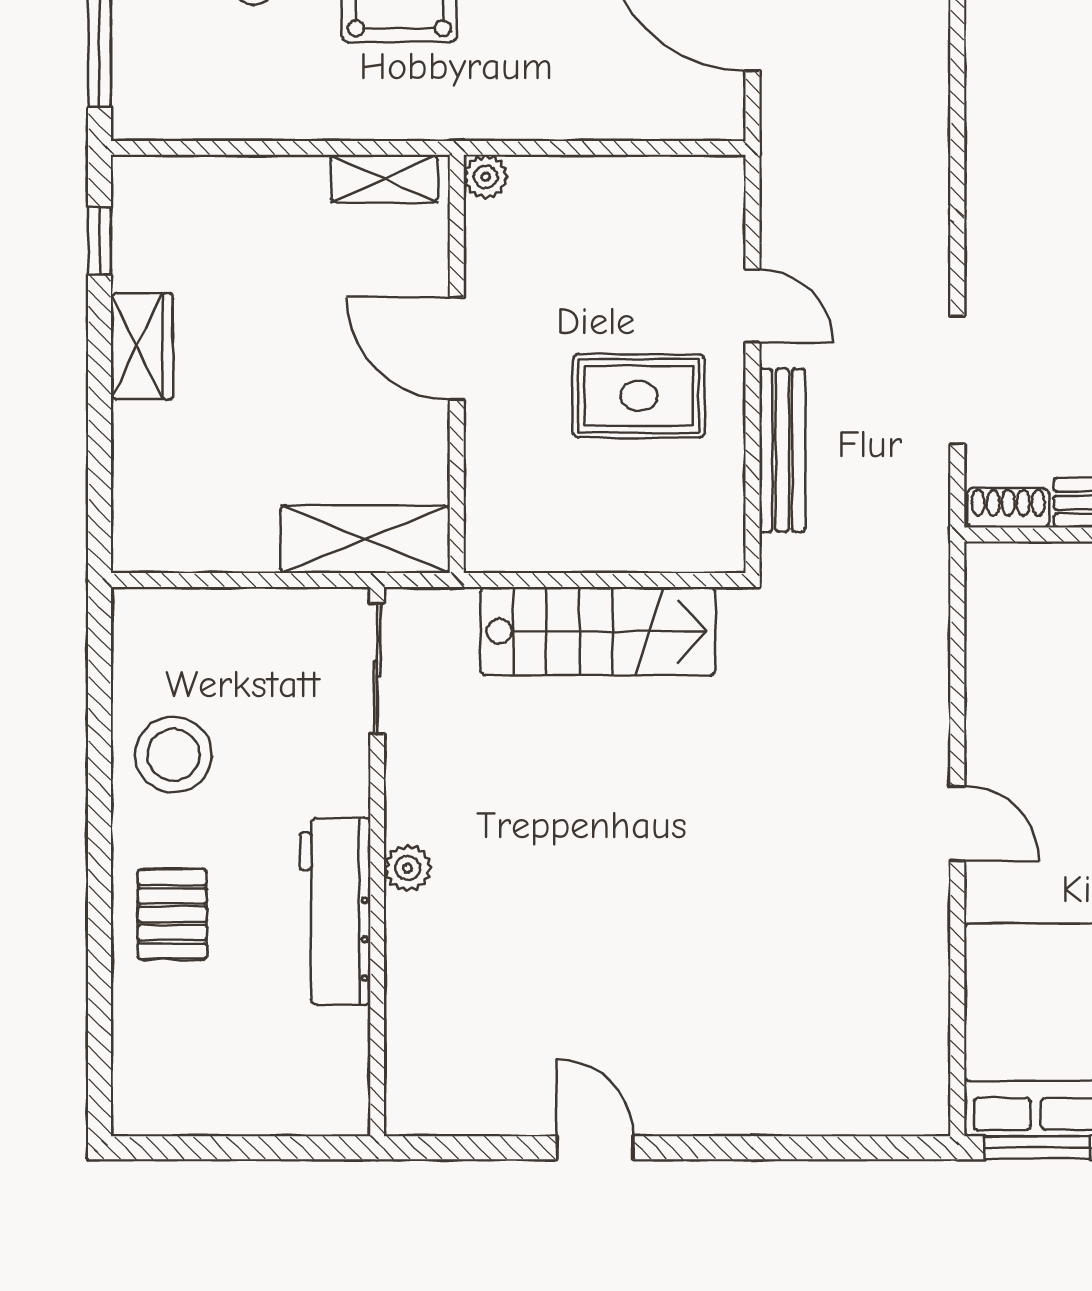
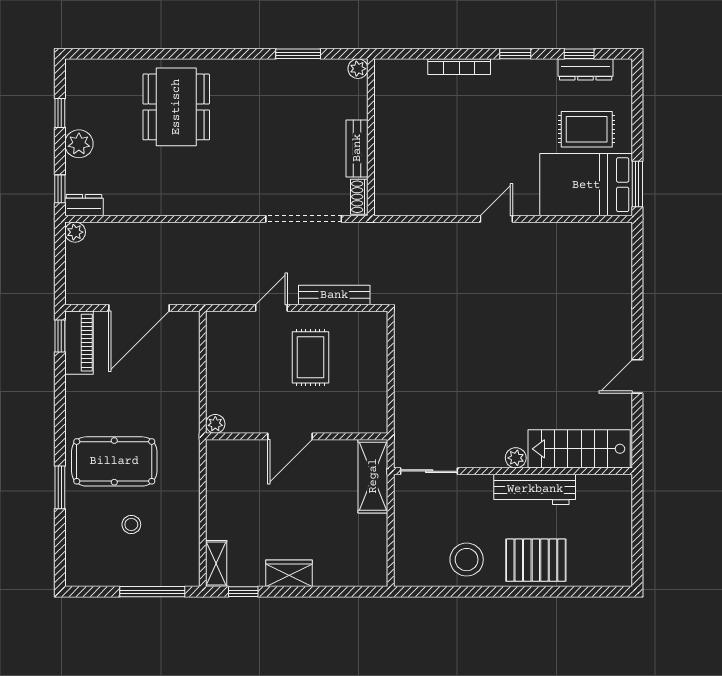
shelving: (384, 179) -> (216, 564), moved
doorway: (957, 380) -> (304, 219), width x1.36
stairs: (598, 631) -> (579, 449), moved, turned -90
pallet: (172, 914) -> (536, 560), width x1.50, depth x1.42

